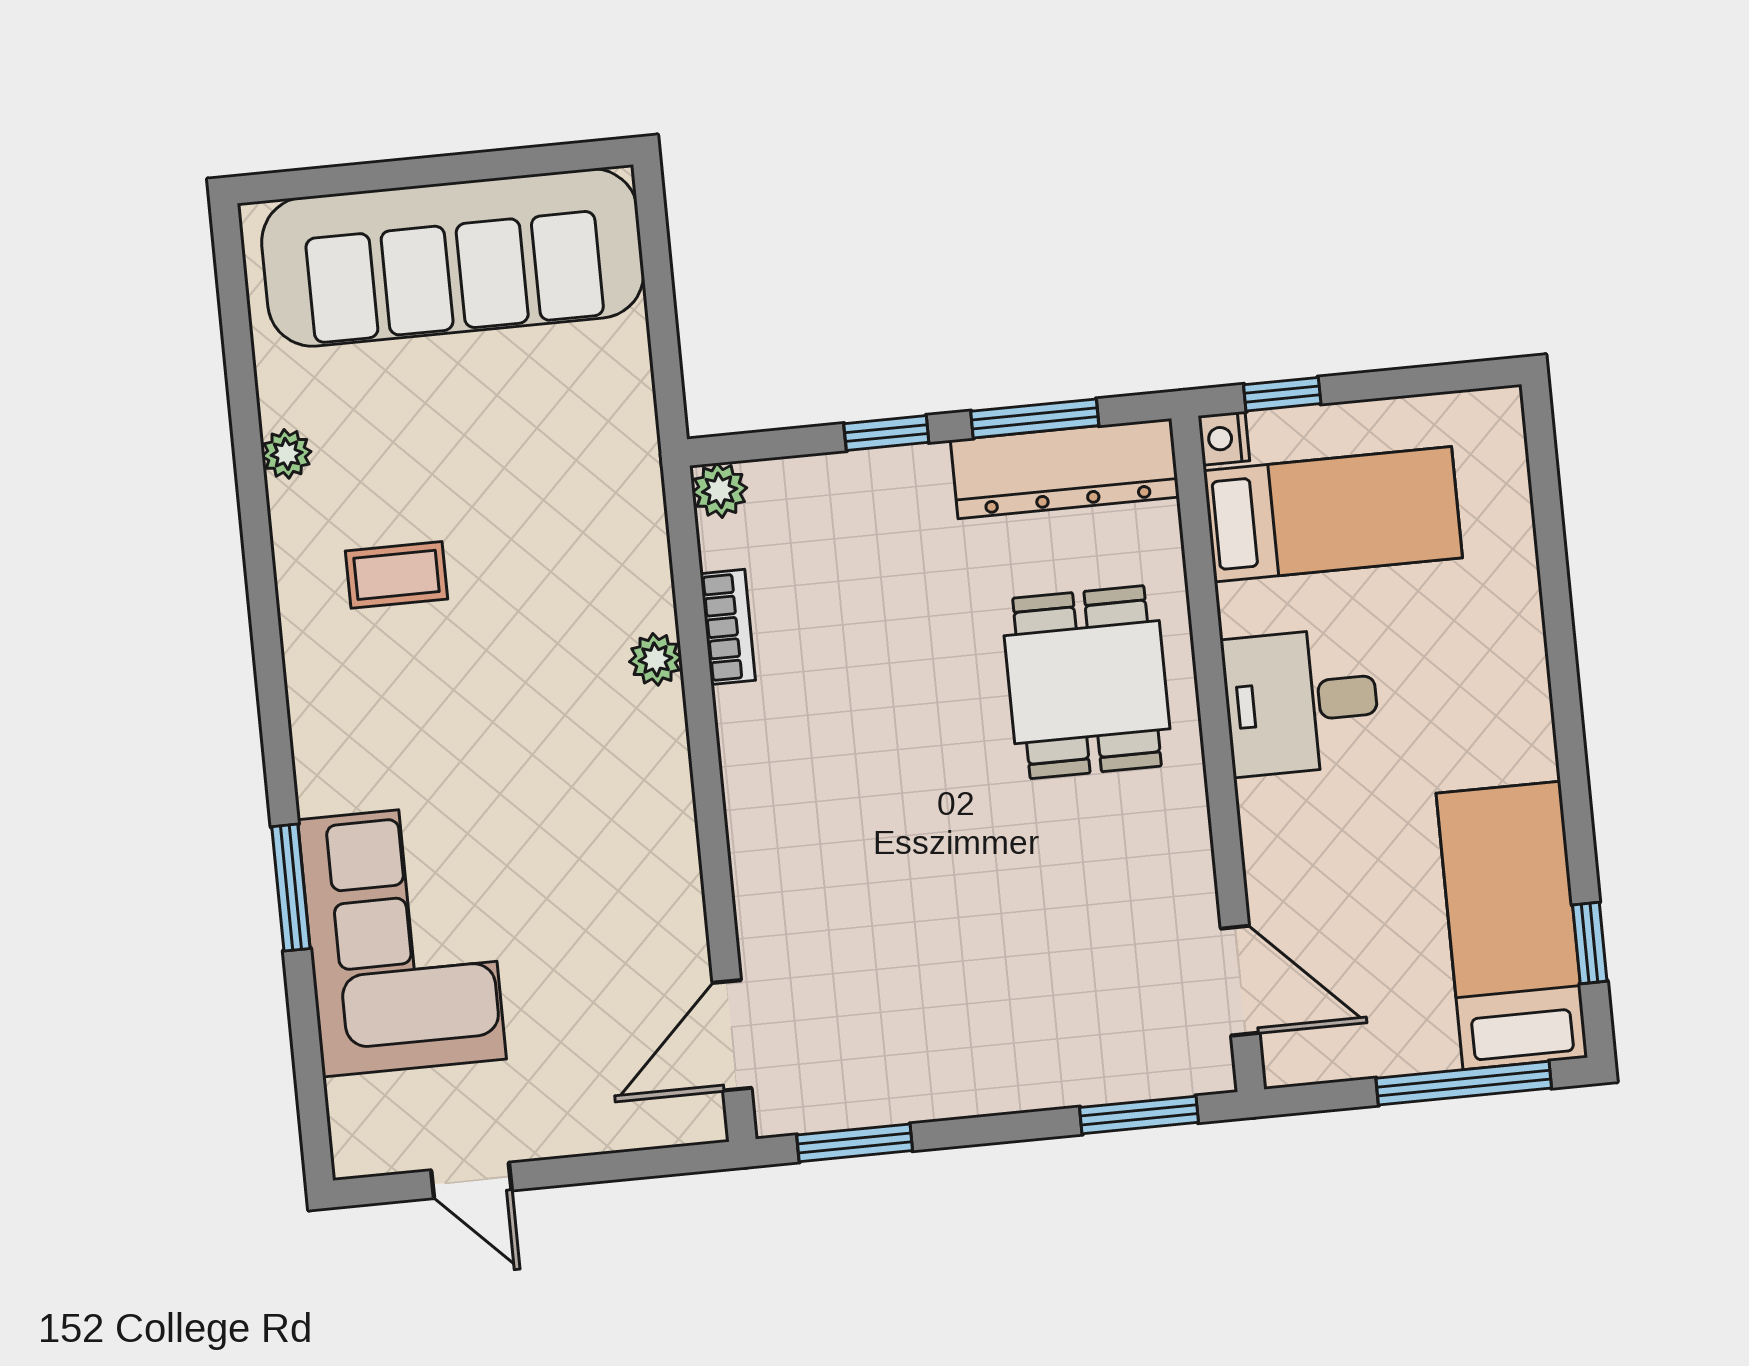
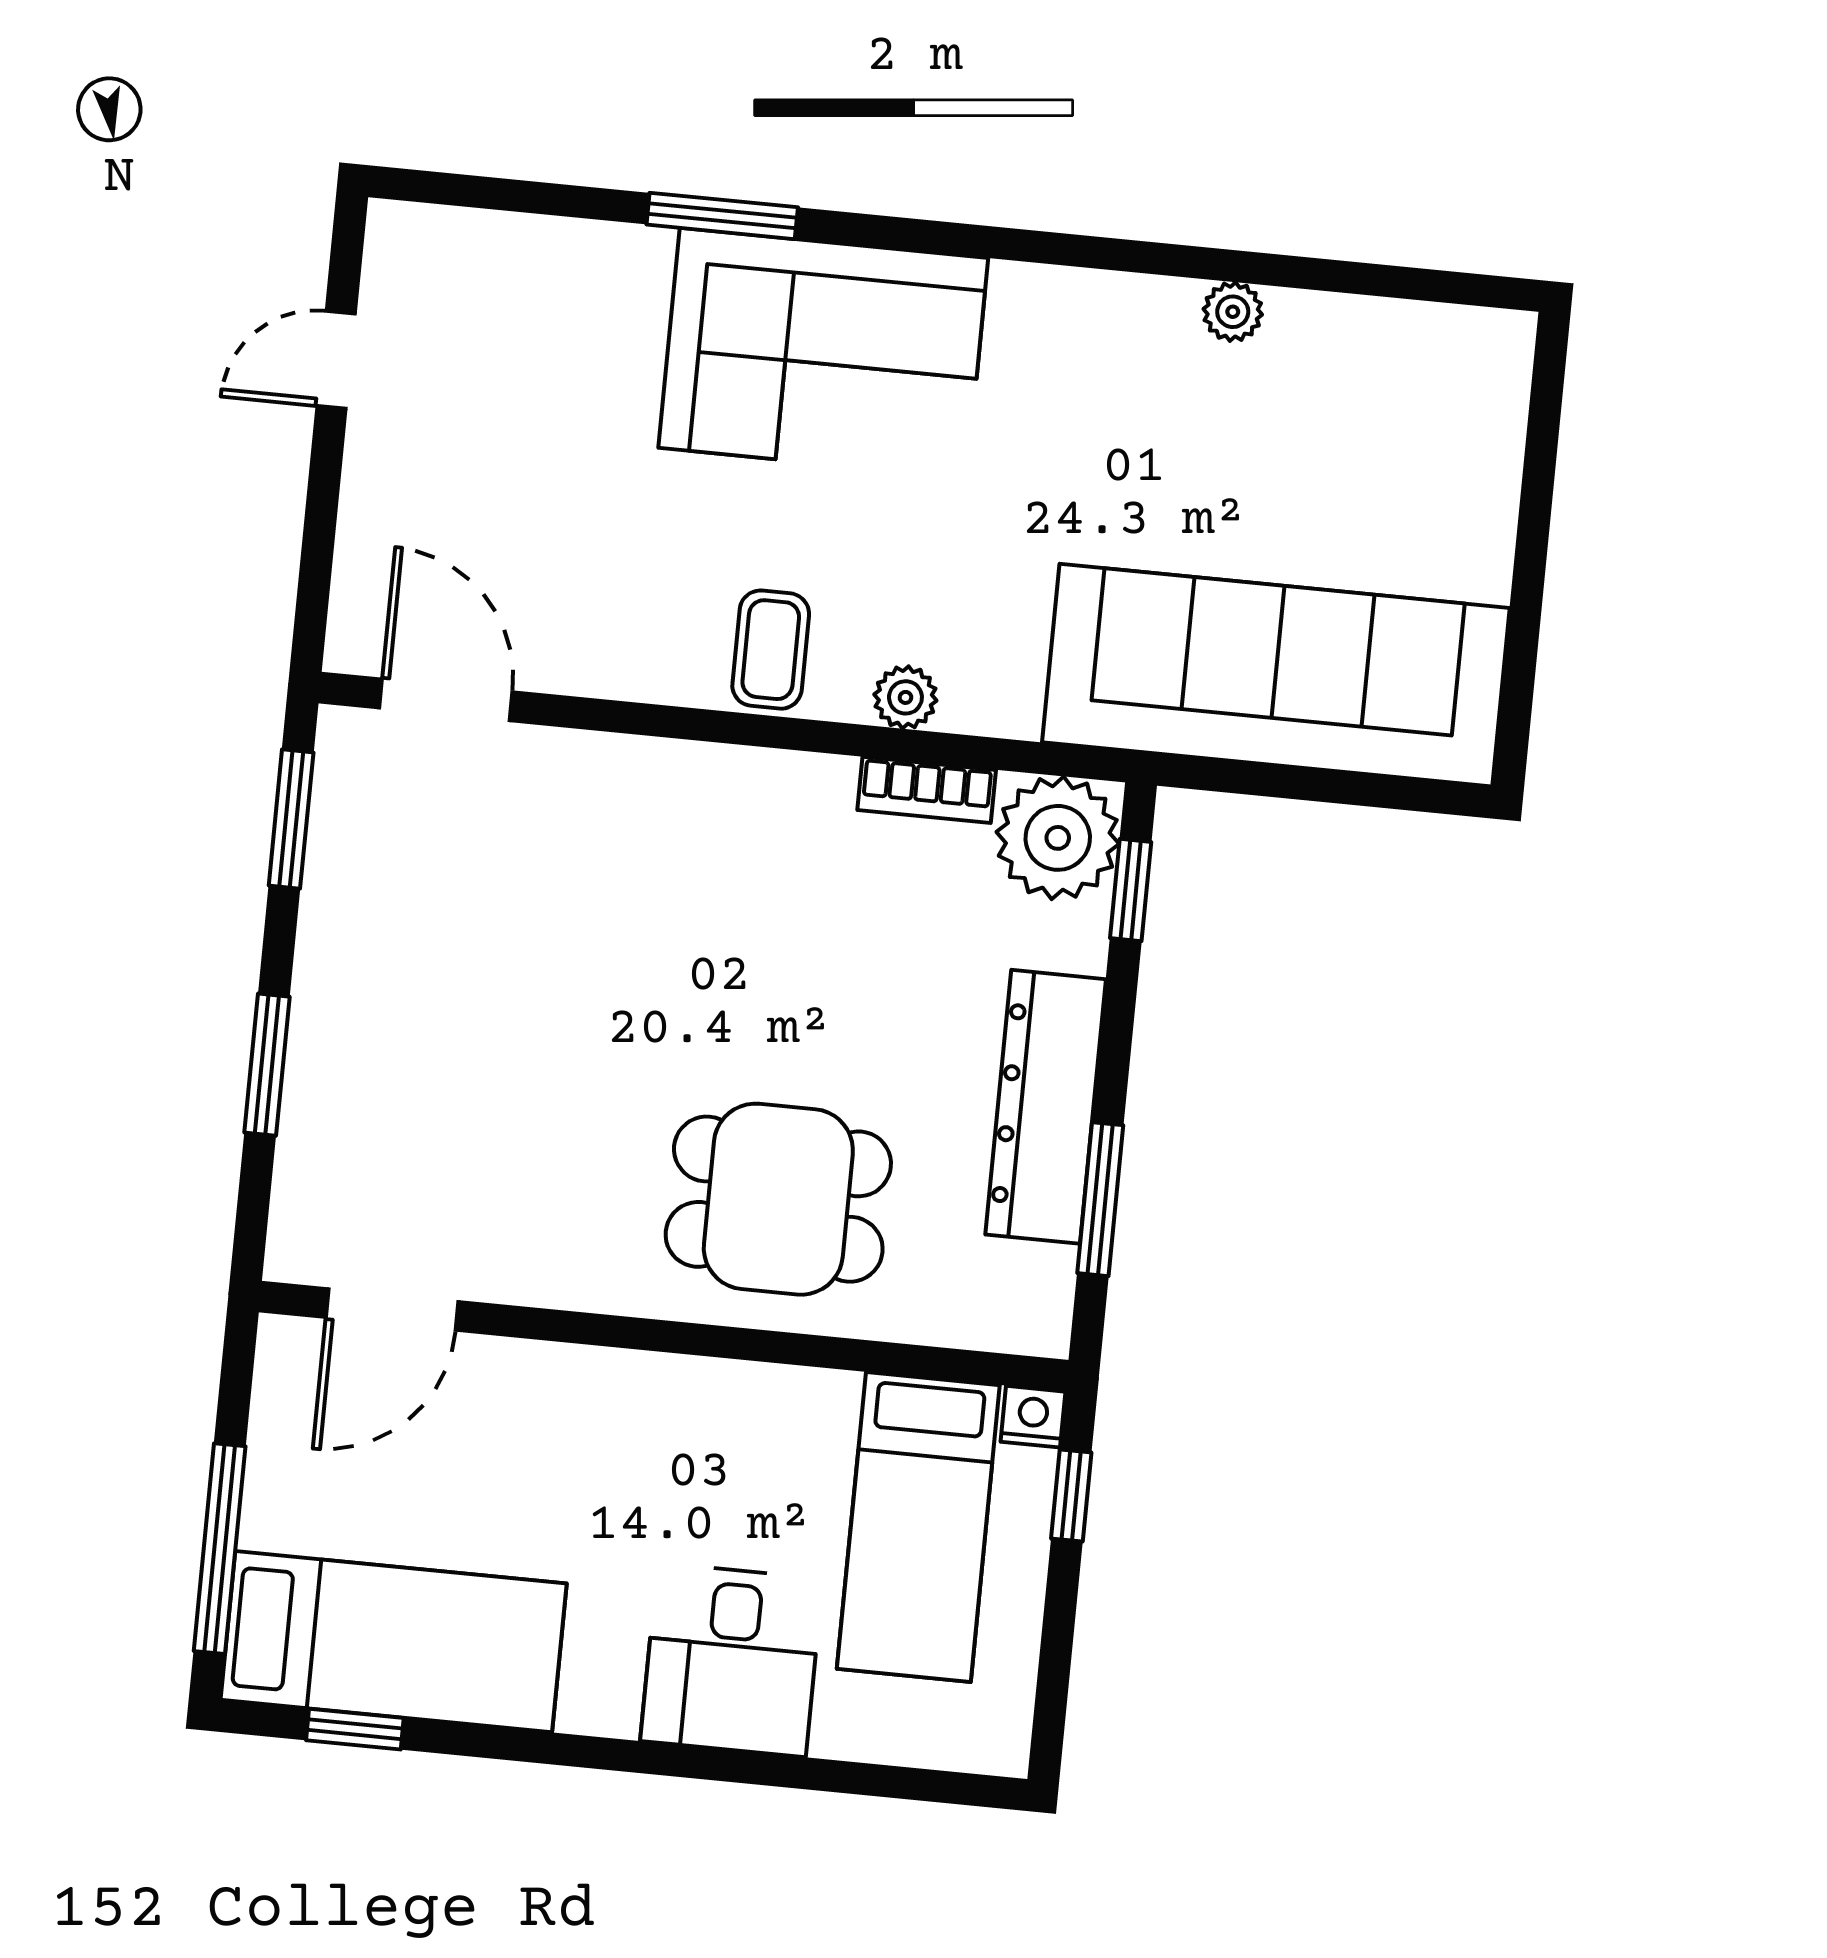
sofa: (453, 257) -> (1276, 675), moved, turned 90
window: (886, 433) -> (1131, 890), moved
dresser: (1065, 469) -> (1046, 1107), moved
plant: (720, 490) -> (1058, 838), width x1.88, depth x1.88
coffee table: (397, 575) -> (771, 650), moved
desk: (1301, 702) -> (732, 1660), moved, turned 180
corner sofa: (402, 939) -> (823, 353), moved
window: (1139, 1115) -> (267, 1065), moved

